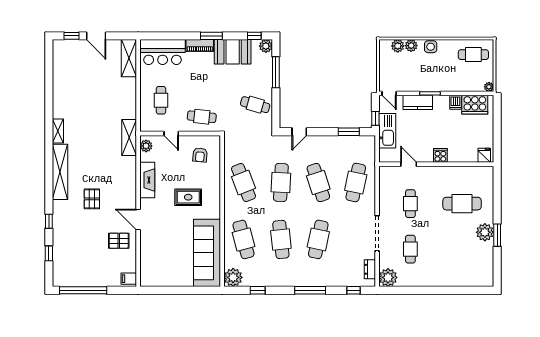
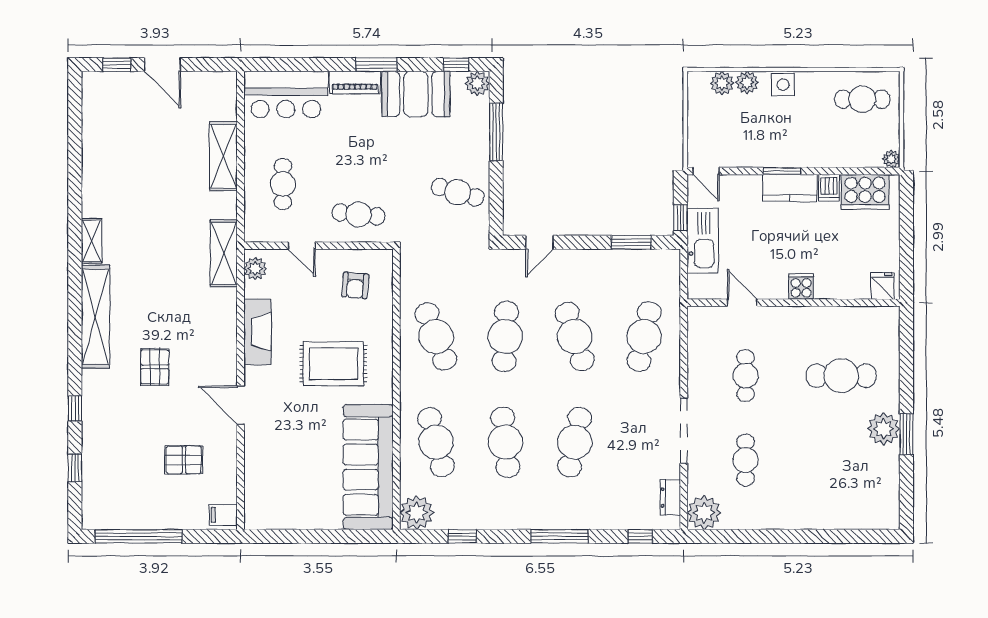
shelving: (129, 58) -> (223, 156), moved
kitchen counter: (418, 102) -> (790, 188), moved
rug: (188, 197) -> (333, 364), width x1.36, depth x1.43
pallet: (119, 241) -> (184, 460), moved

